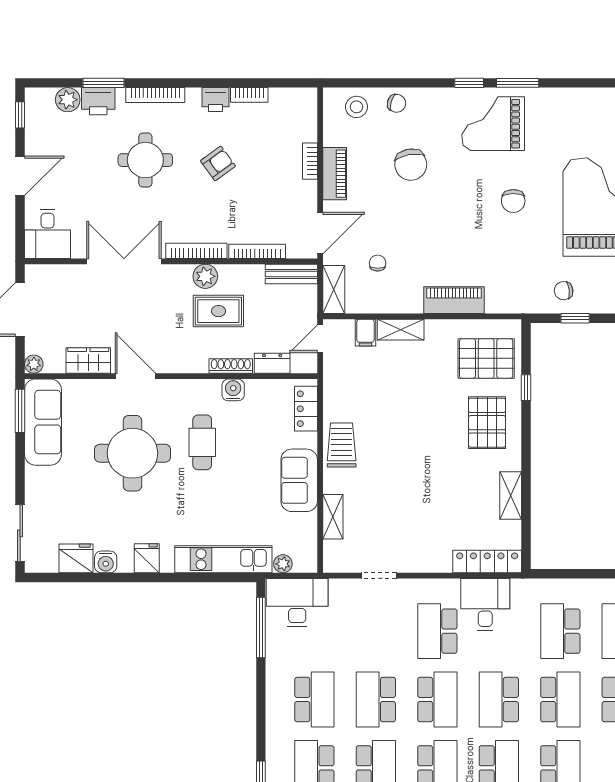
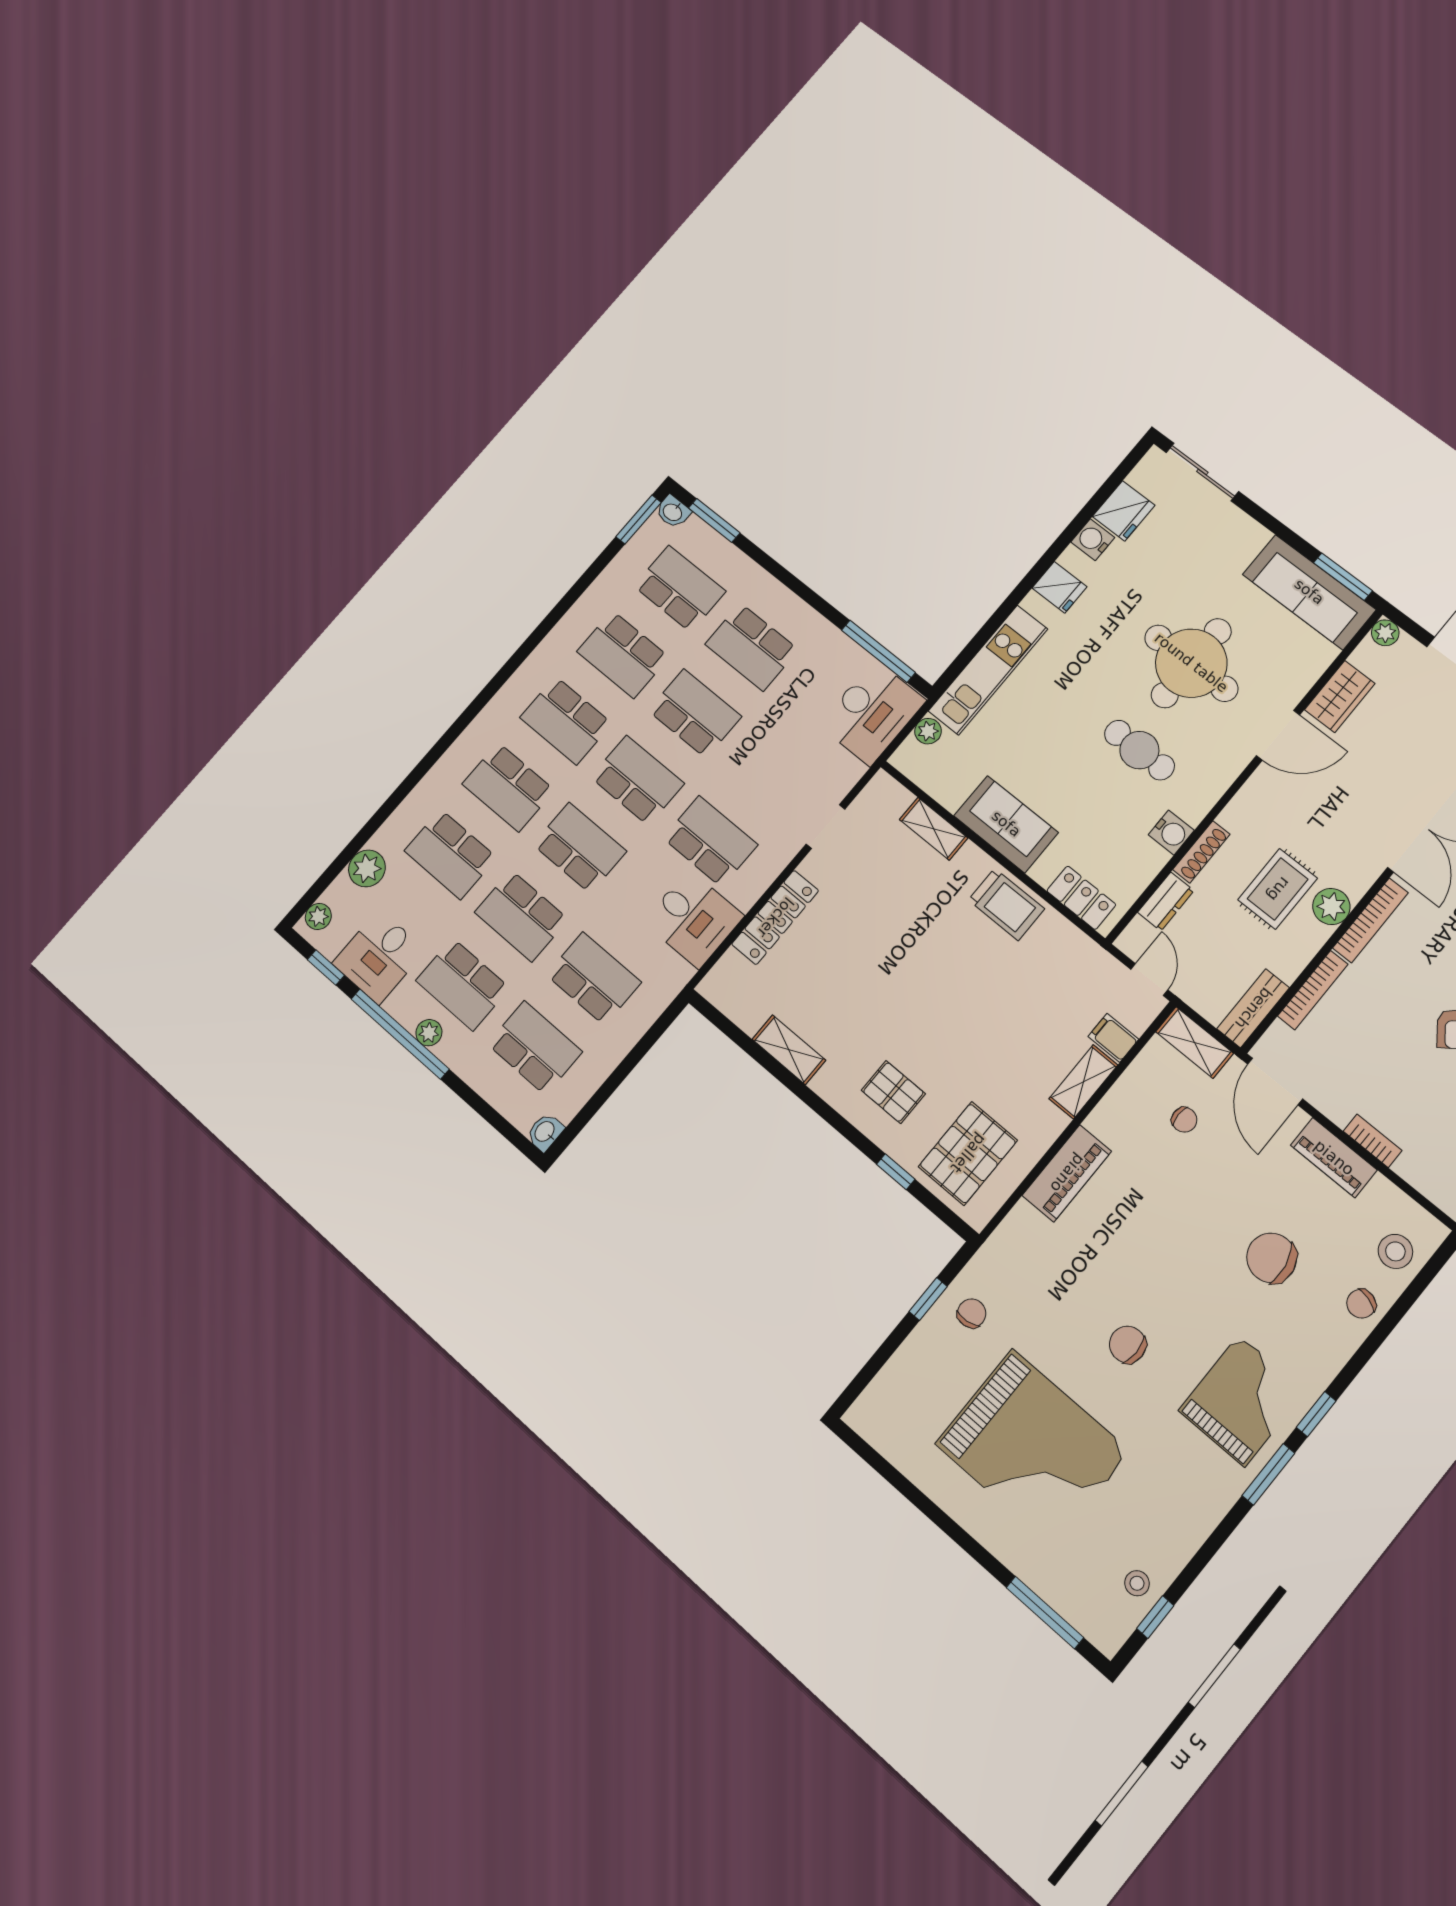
pallet: (487, 423) -> (893, 1092), width x0.67, depth x0.71
locker: (487, 562) -> (775, 917), moved
school desk: (437, 700) -> (637, 780), turned 180

